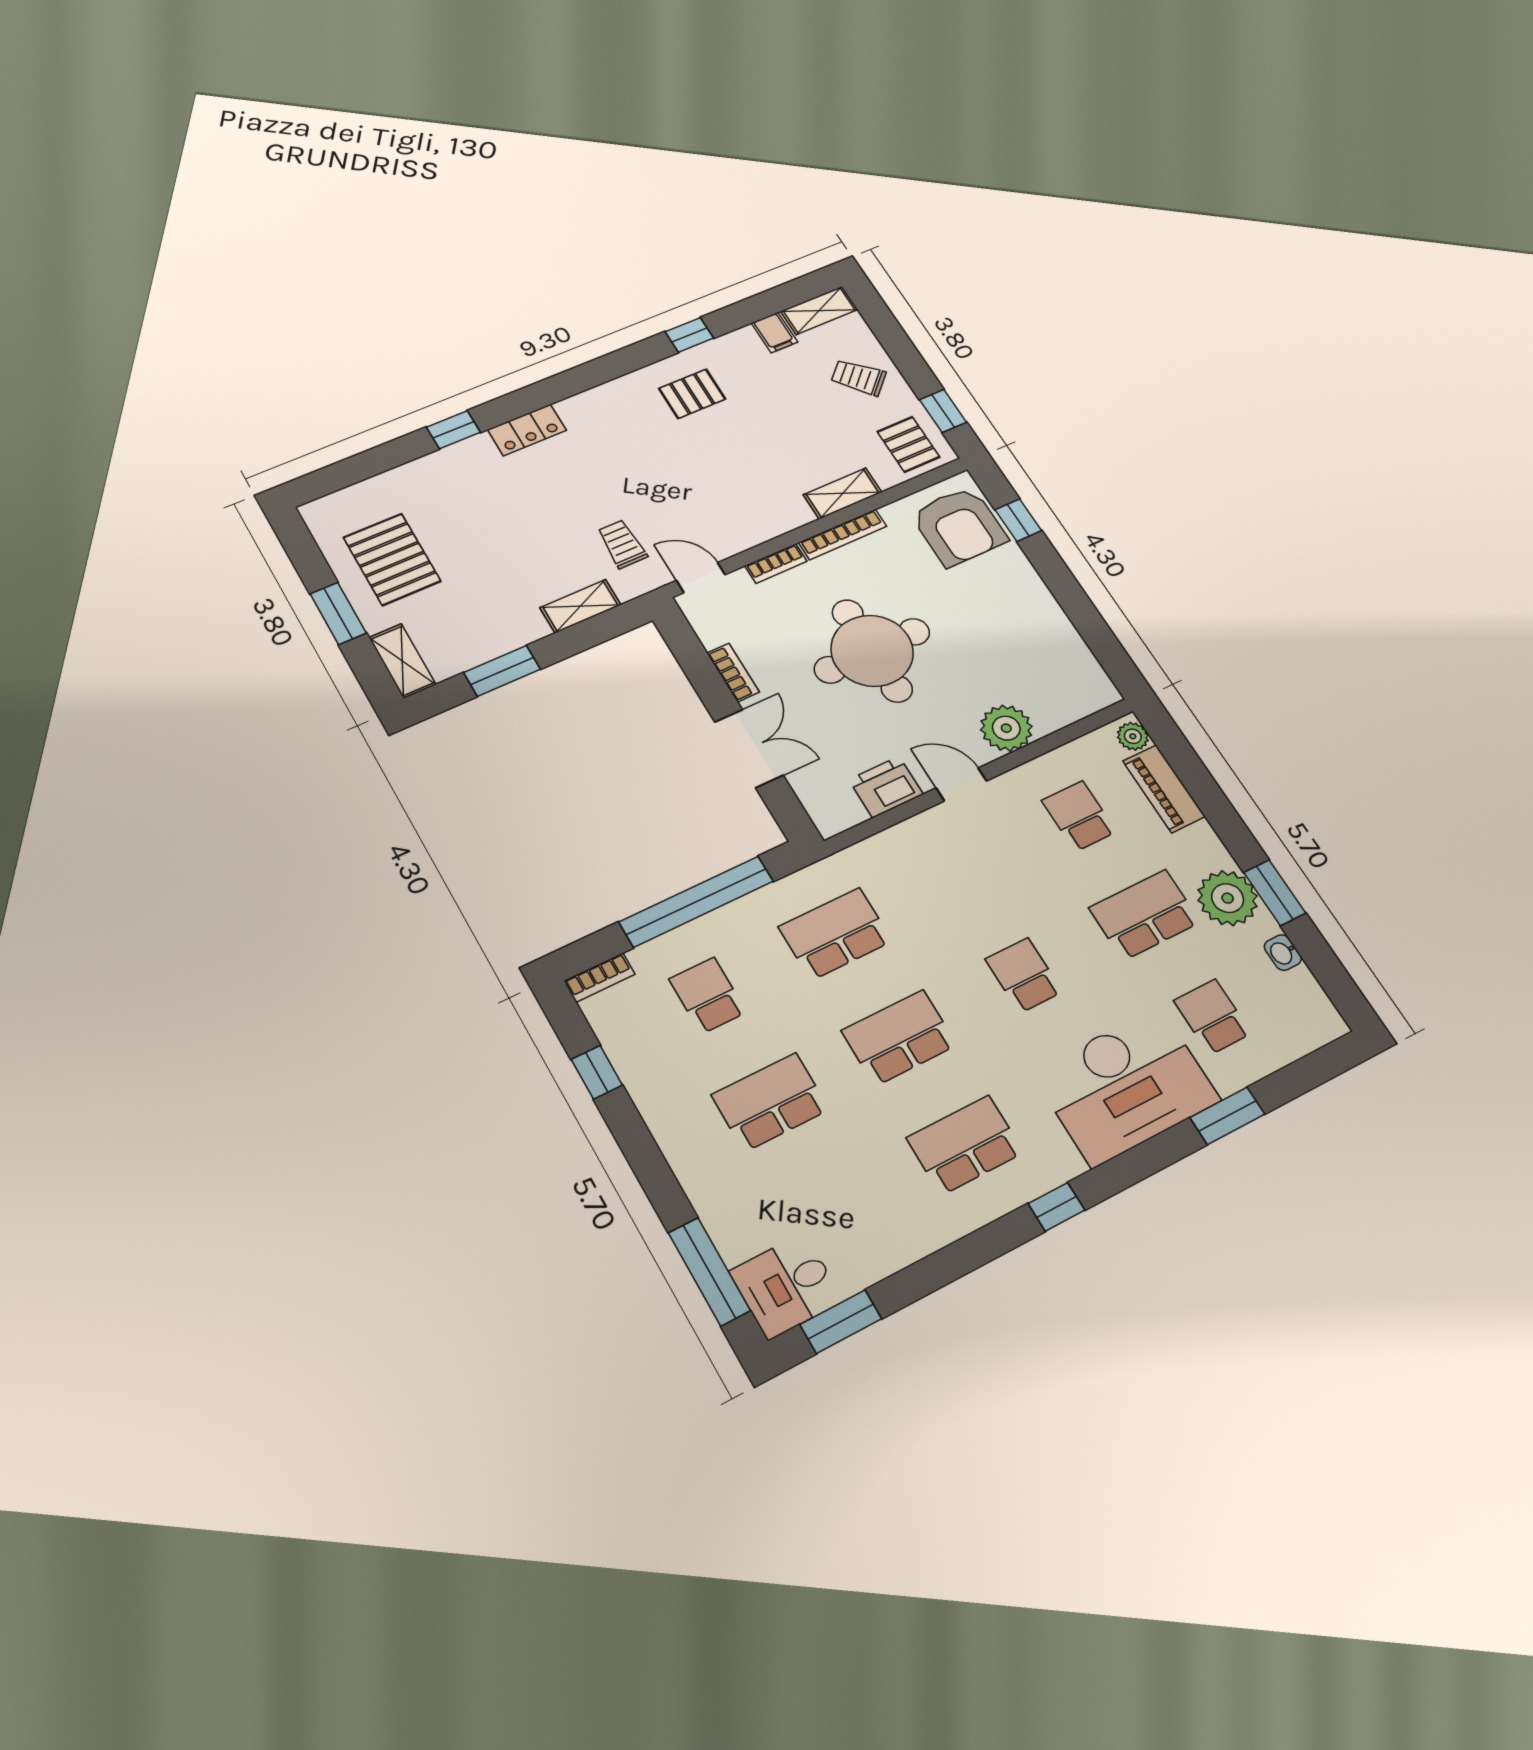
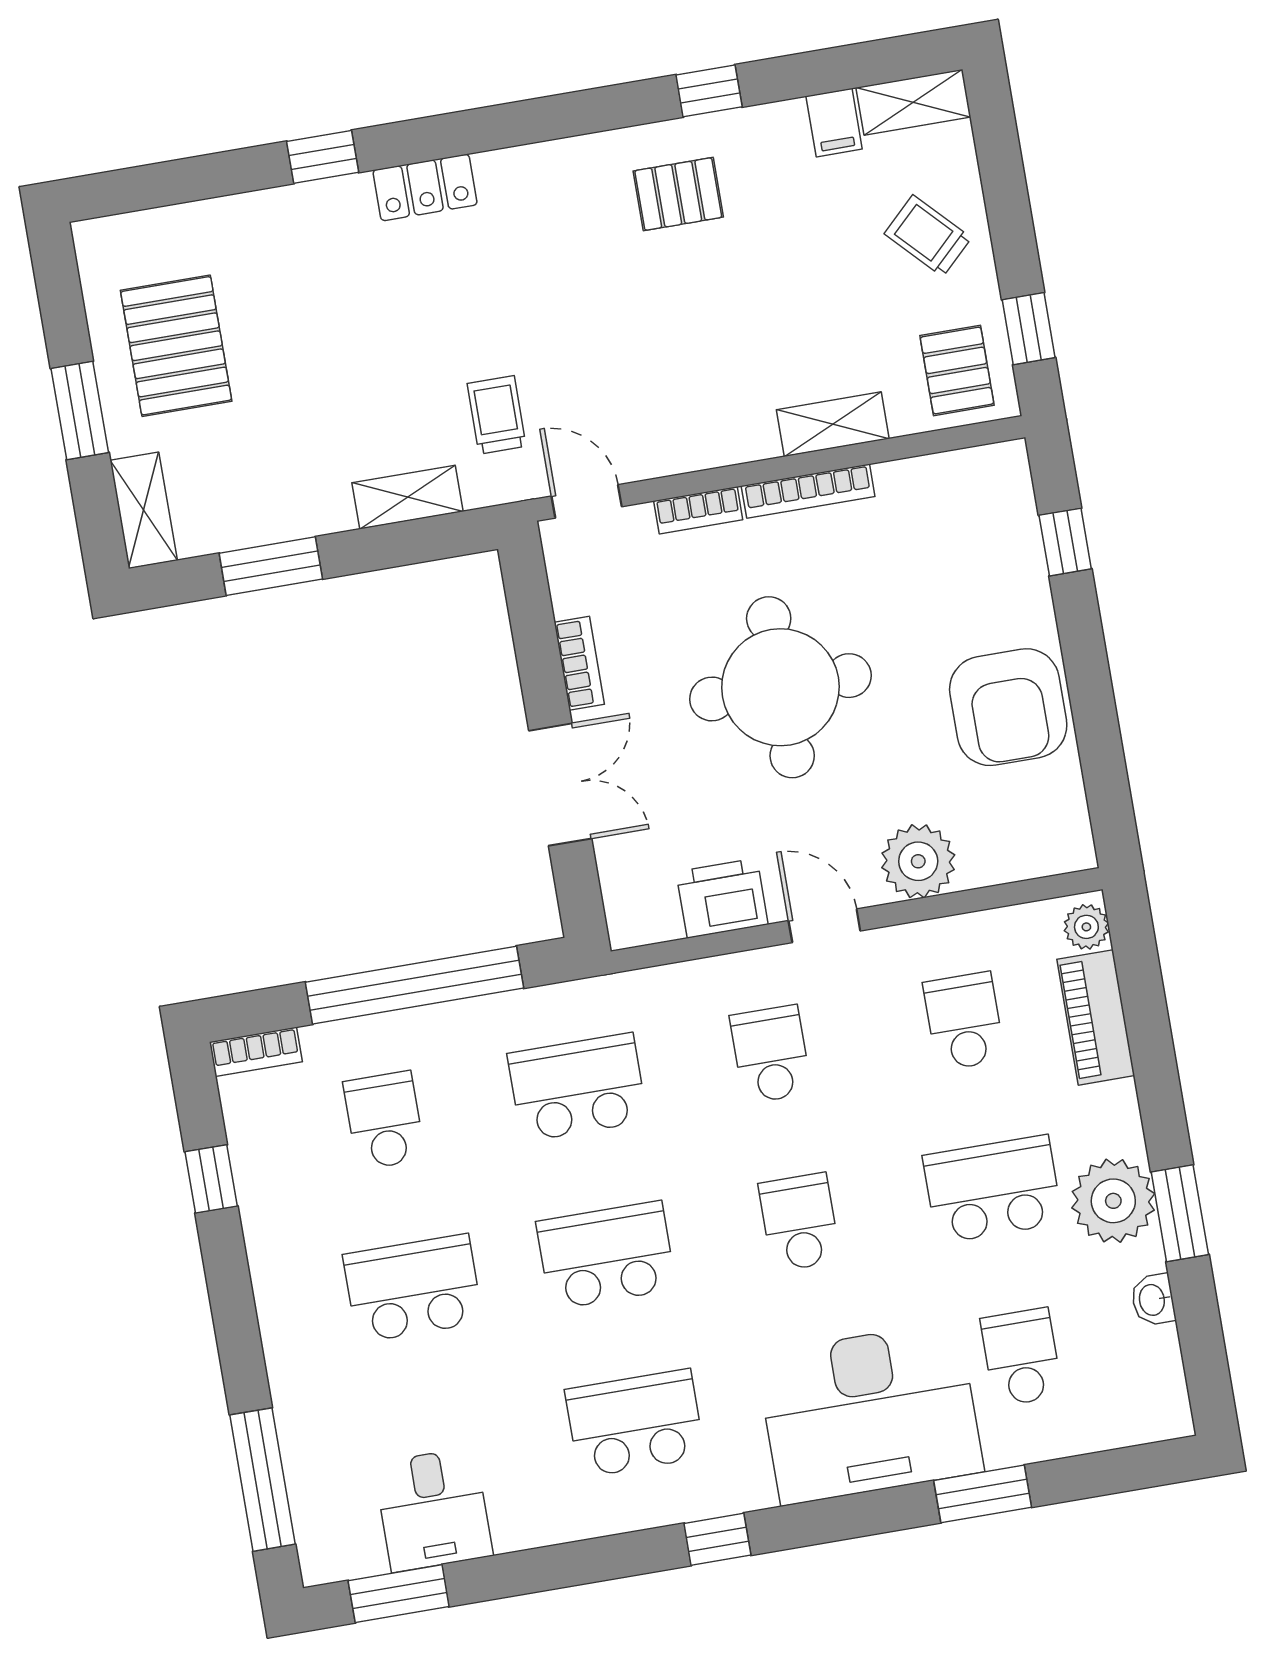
armchair: (959, 526) -> (1008, 707), moved
school desk: (959, 874) -> (771, 1054), added
desk: (786, 1286) -> (433, 1510), moved, turned -90

